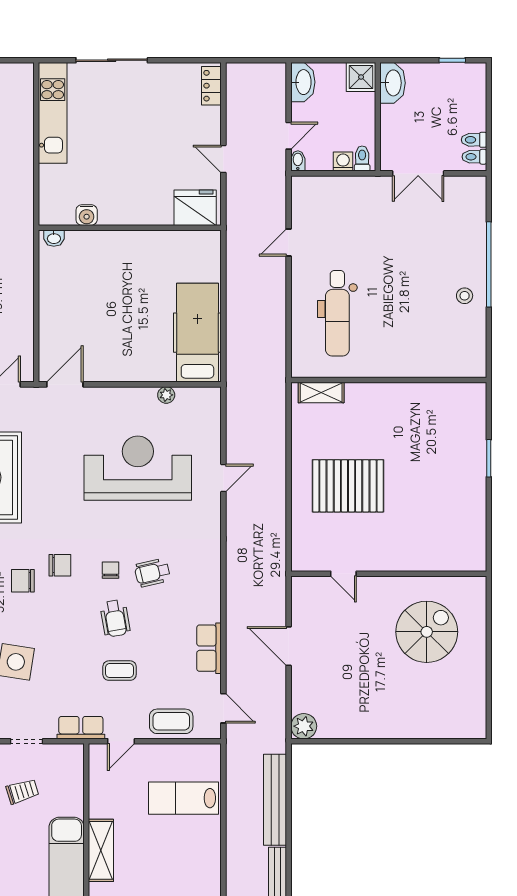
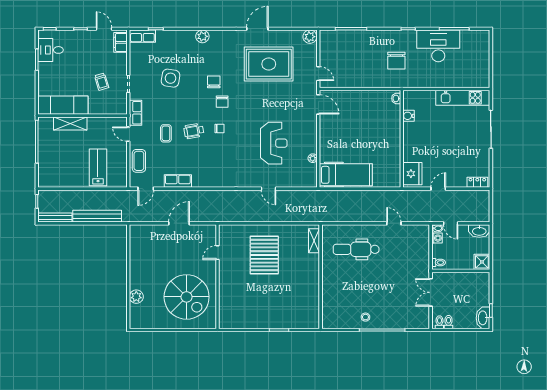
washbasin: (393, 83) -> (483, 318), moved, turned 90
washing machine: (343, 162) -> (437, 238), moved
reception desk: (138, 468) -> (274, 143), width x0.74, depth x0.77
wheelchair: (152, 573) -> (218, 151), removed
spiral stairs: (427, 632) -> (187, 297), width x1.37, depth x1.37
plant: (304, 726) -> (136, 297), moved

